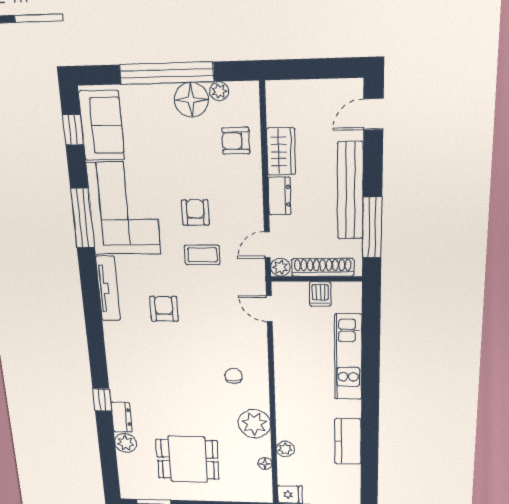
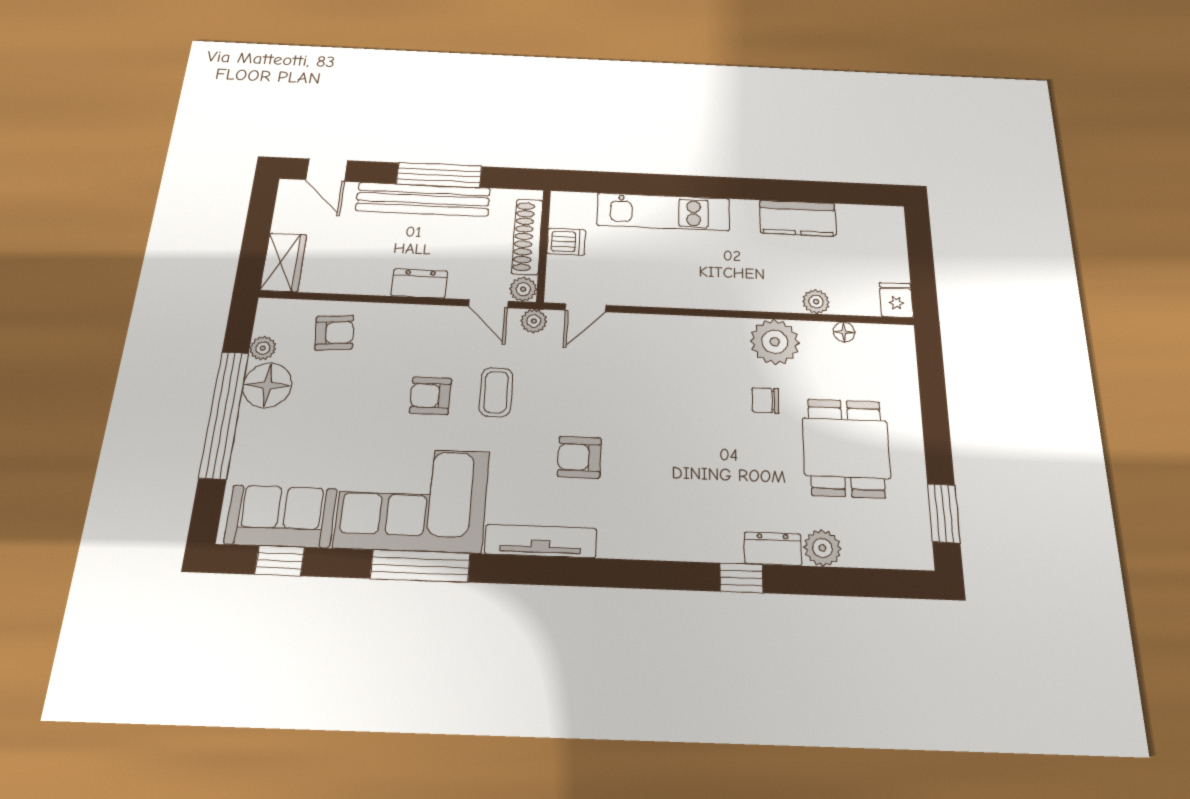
armchair: (236, 141) -> (334, 333), turned -95
wardrobe: (281, 151) -> (284, 262), moved, turned 90
window: (372, 228) -> (439, 175), moved
plant: (256, 276) -> (534, 321), added
chair: (234, 376) -> (765, 400), moved

